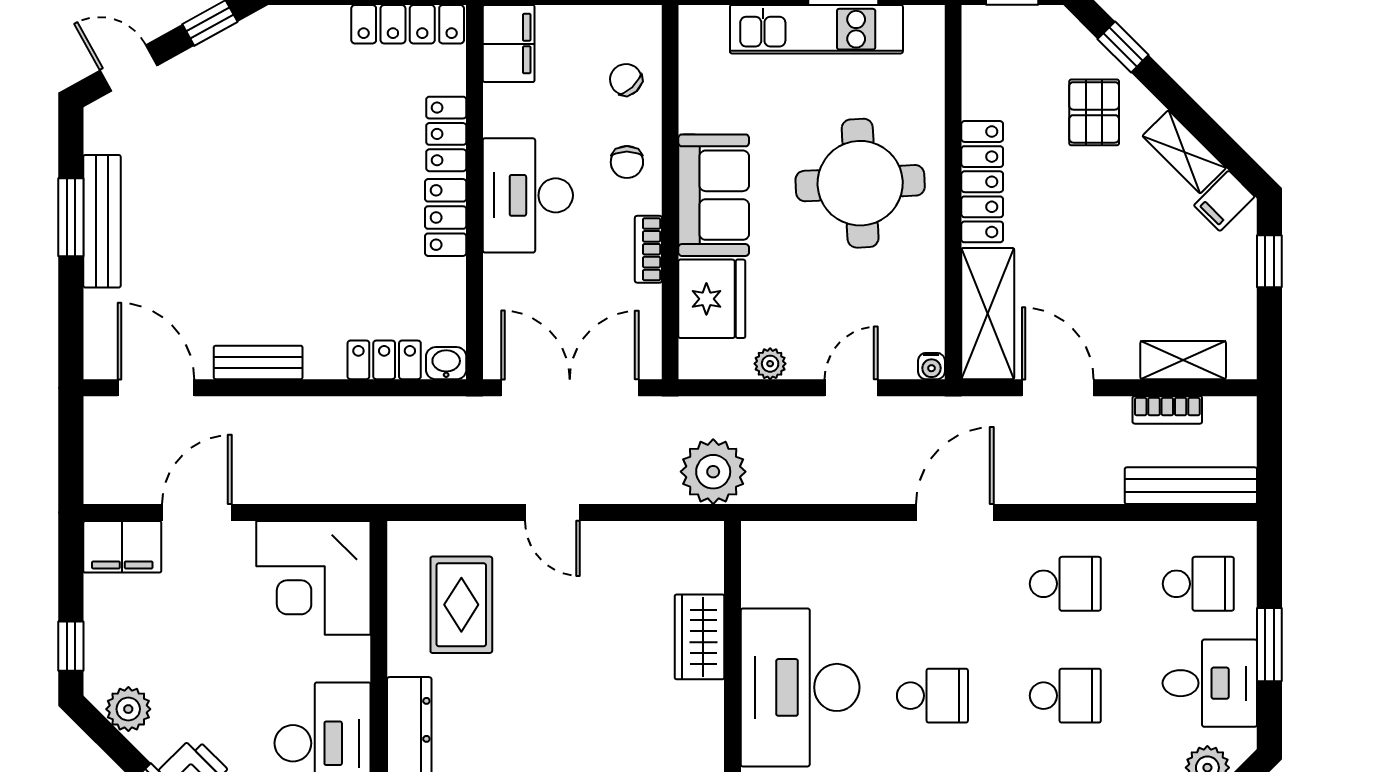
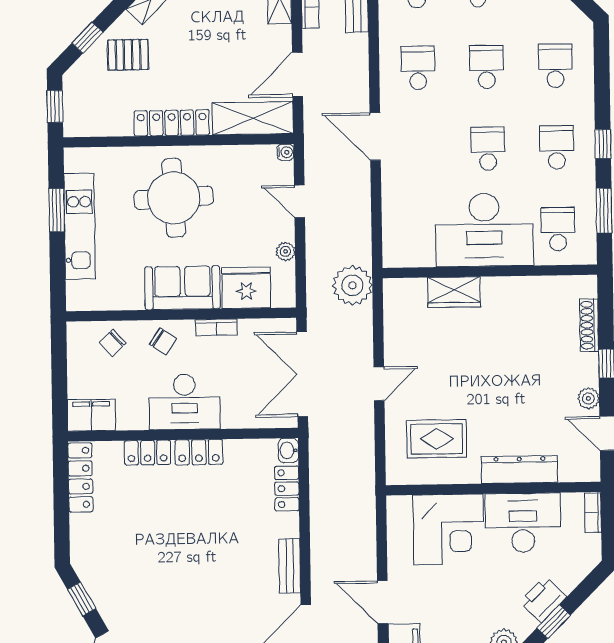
chair: (627, 162) -> (163, 341), turned 34
corner desk: (313, 578) -> (449, 529), moved

